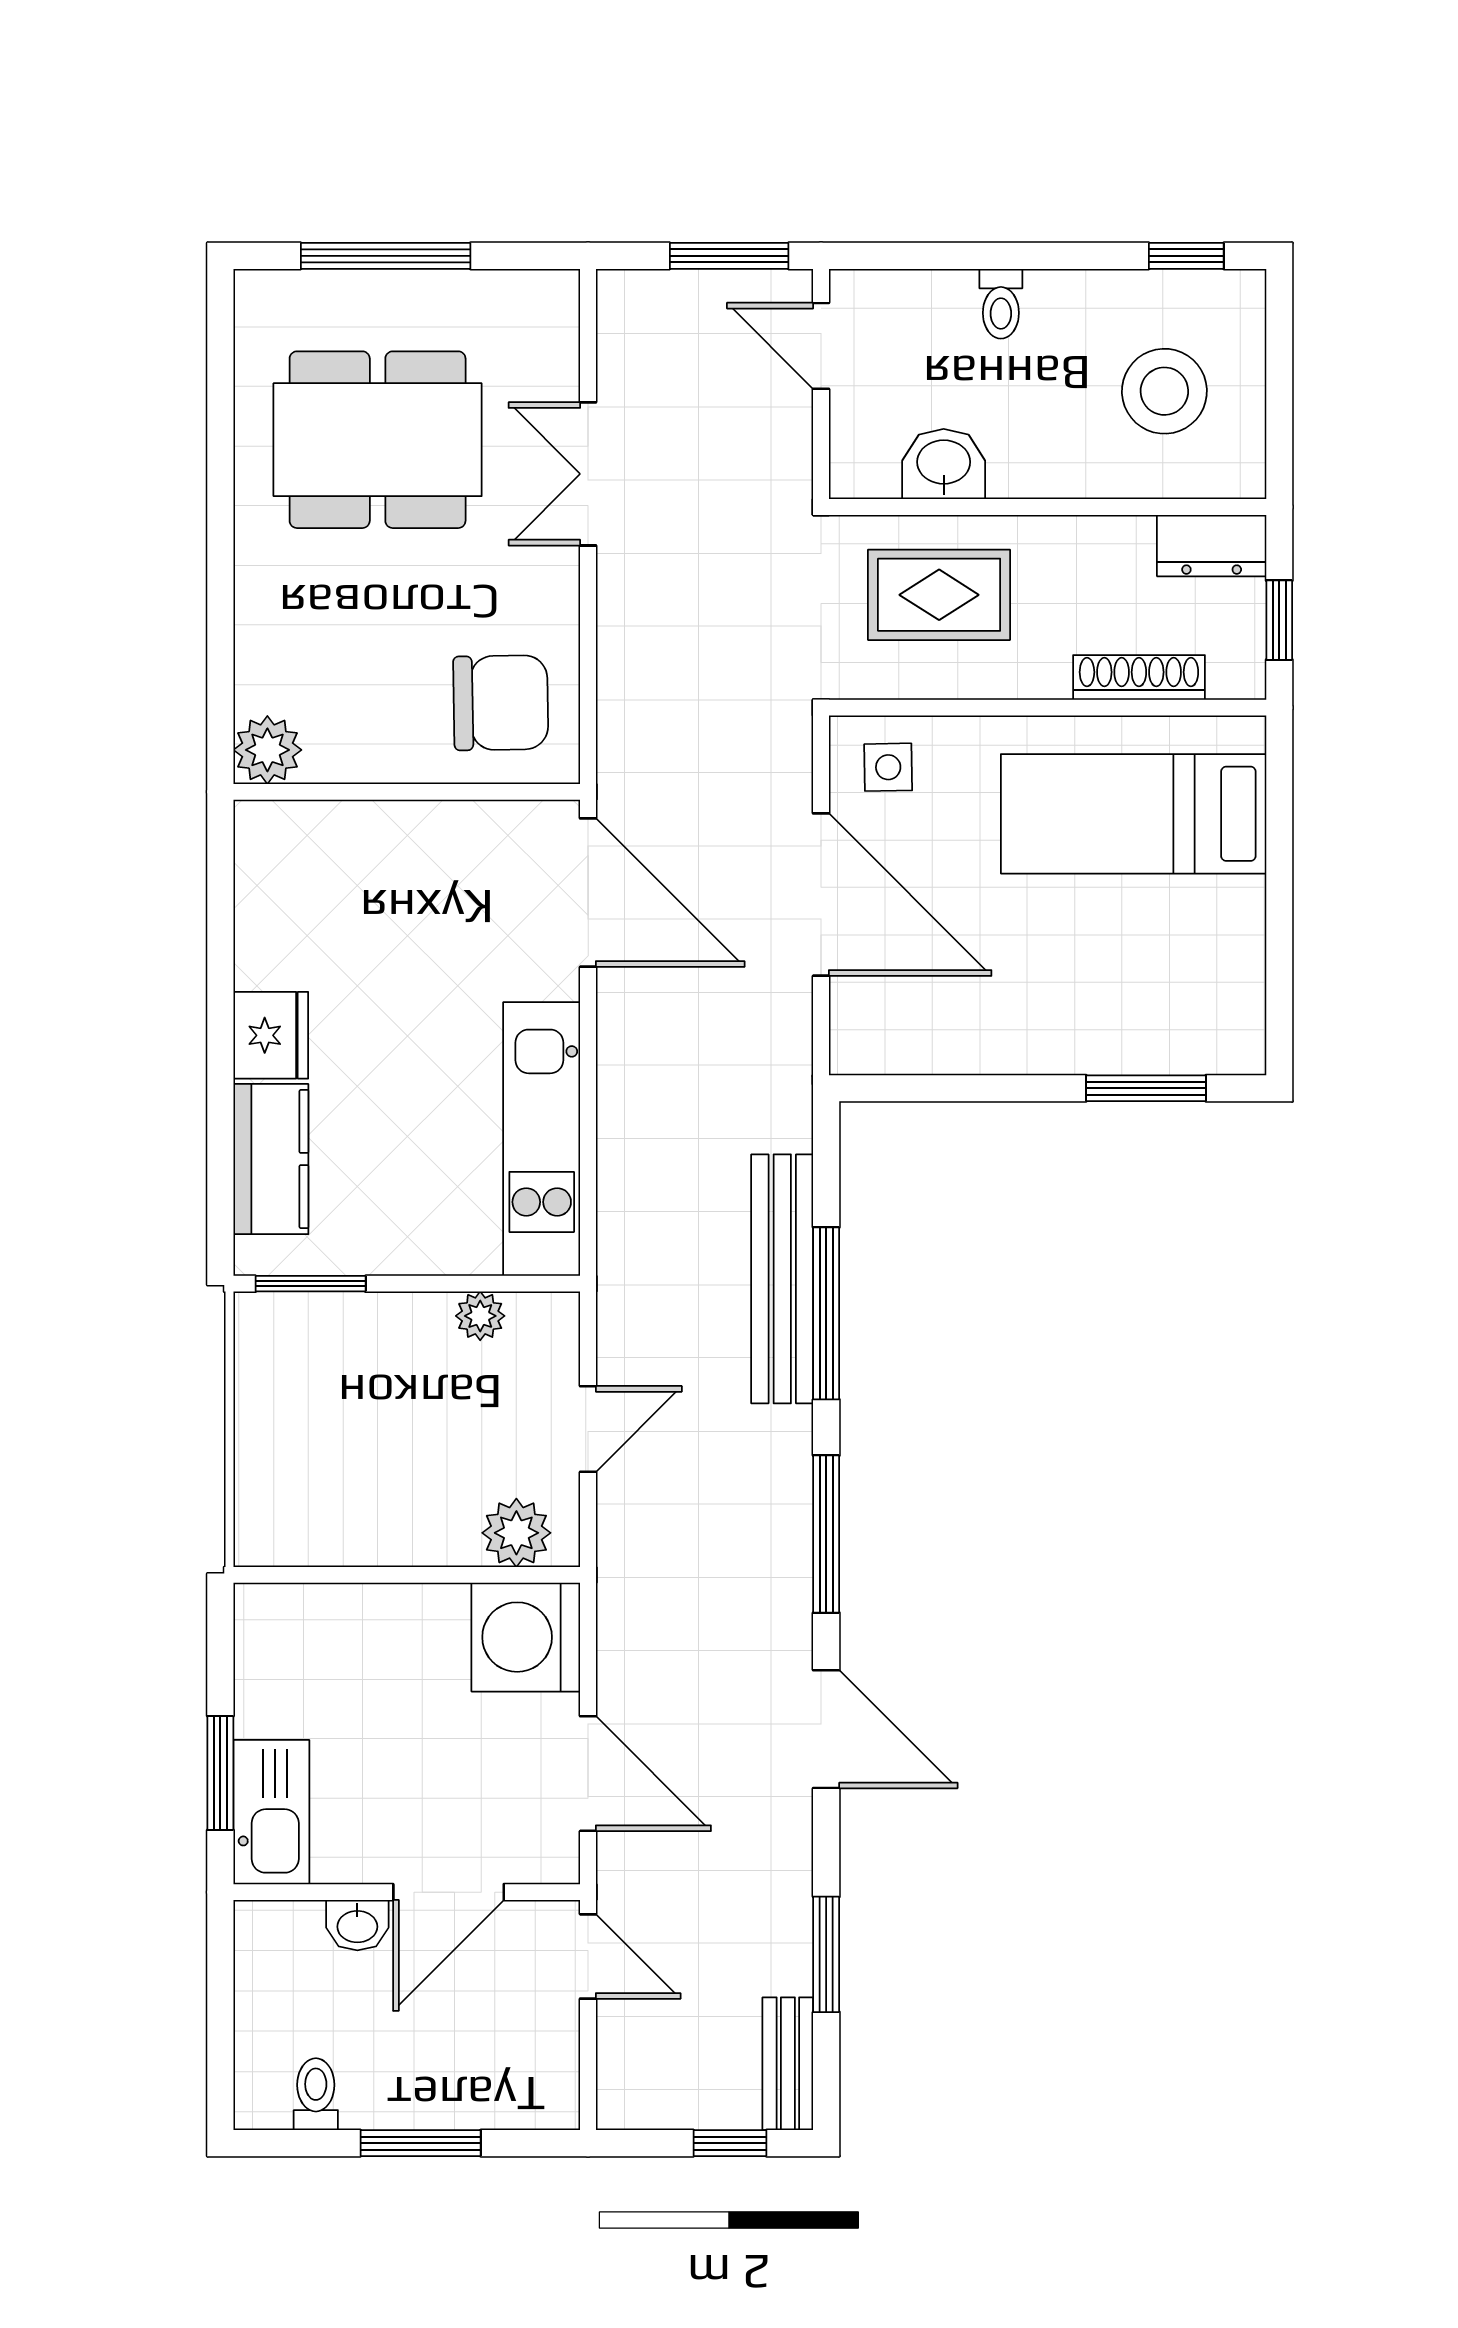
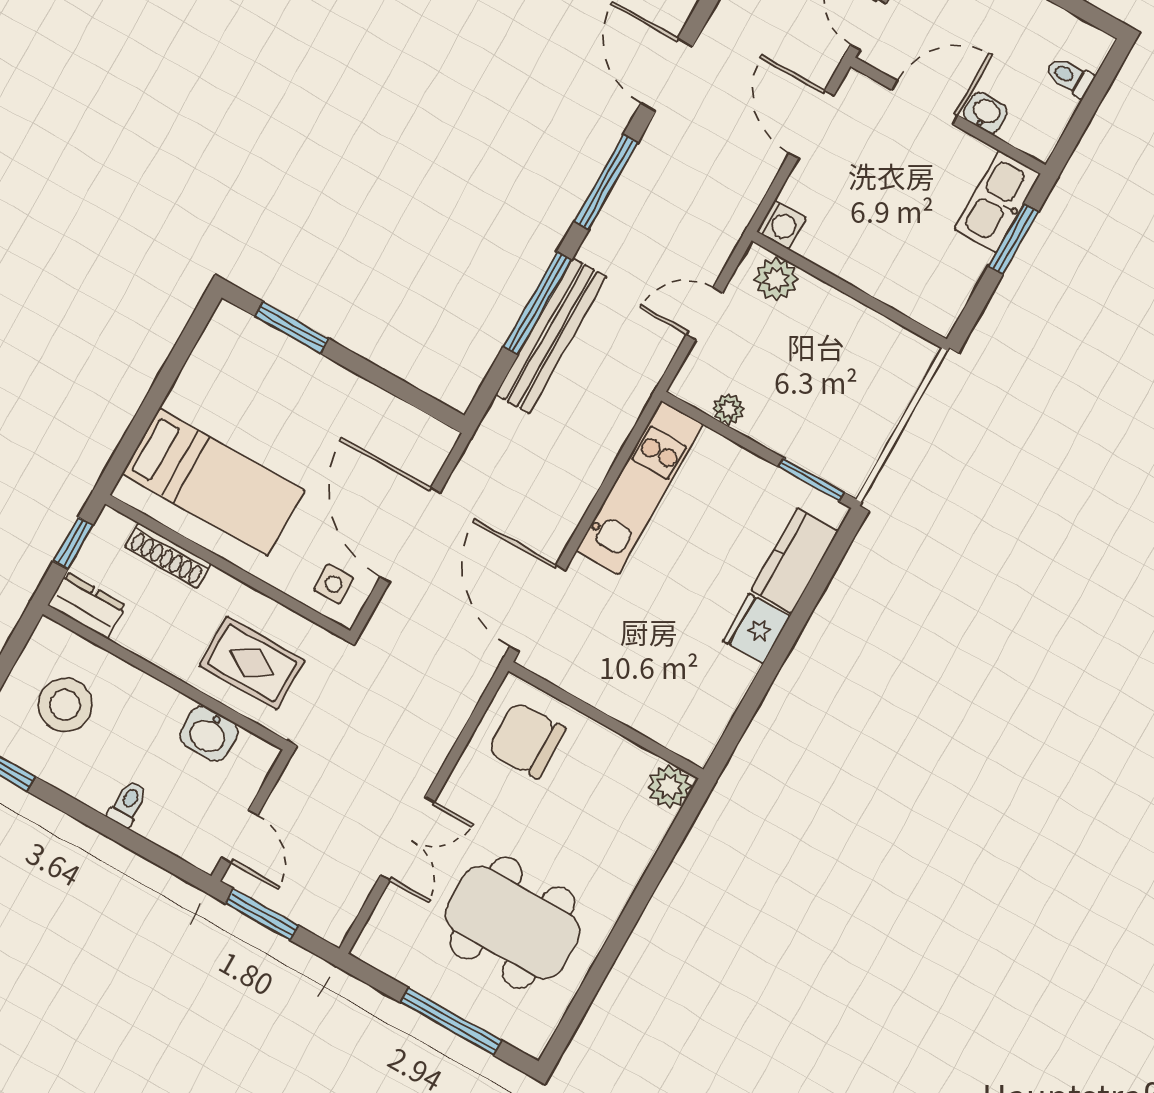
washing machine: (526, 1637) -> (781, 225), width x0.53, depth x0.53
toilet: (316, 2094) -> (1070, 77), moved, turned 90

